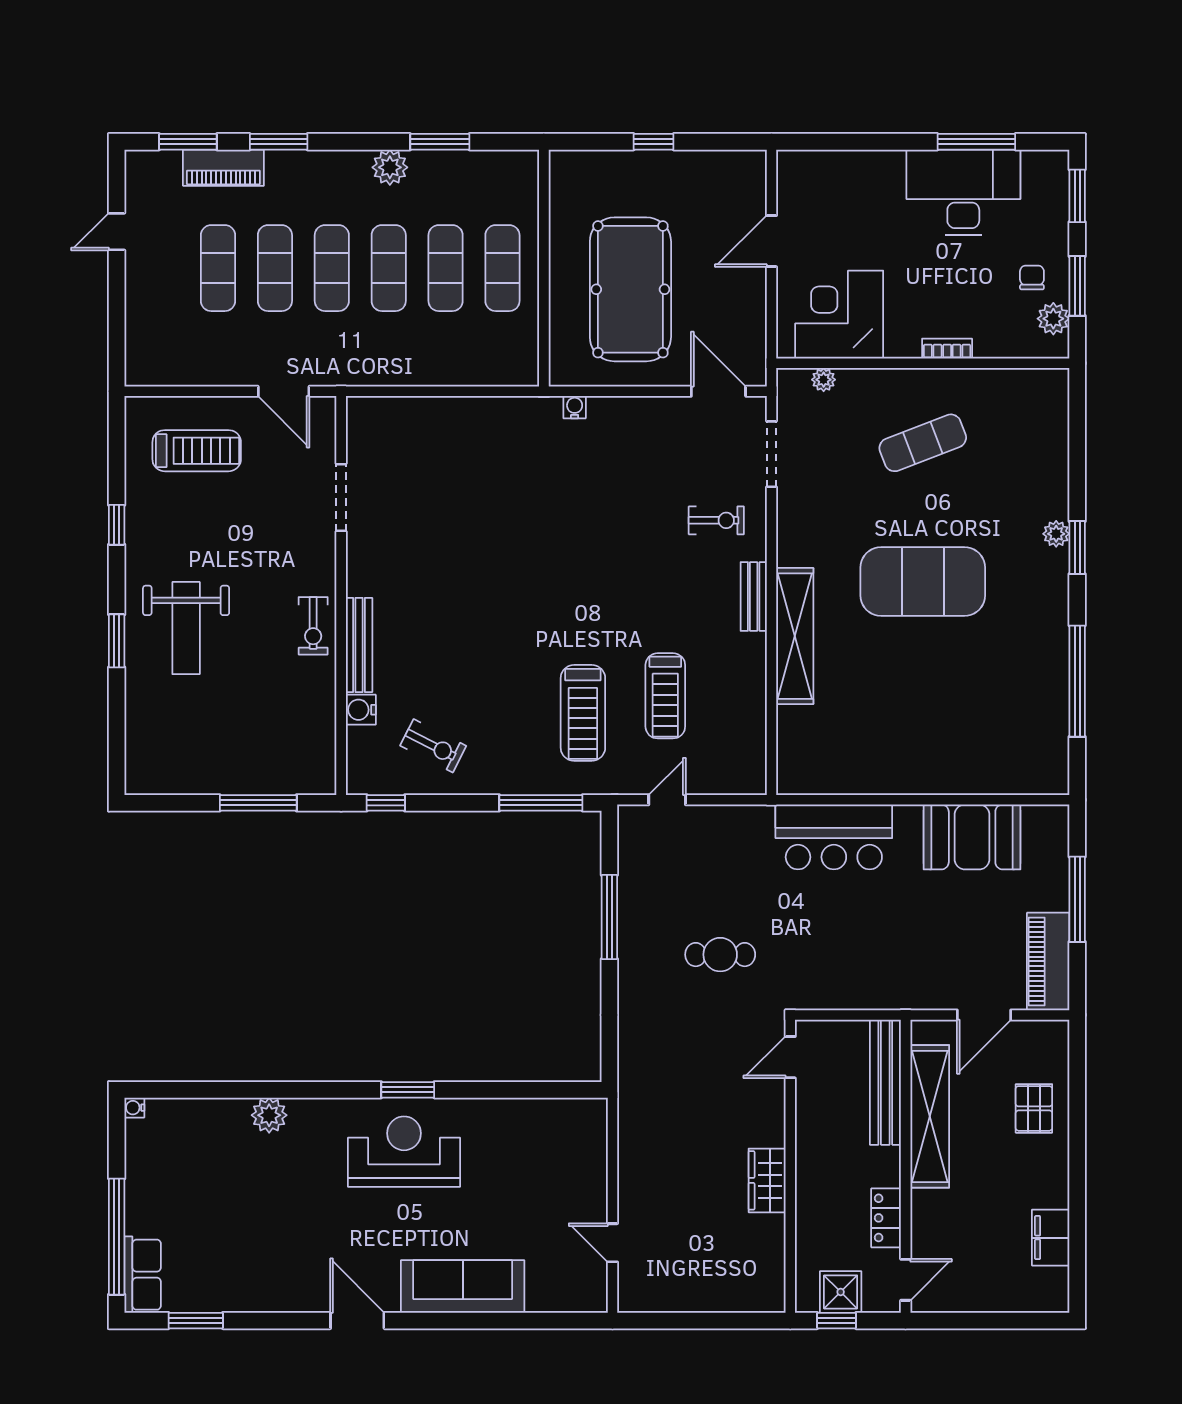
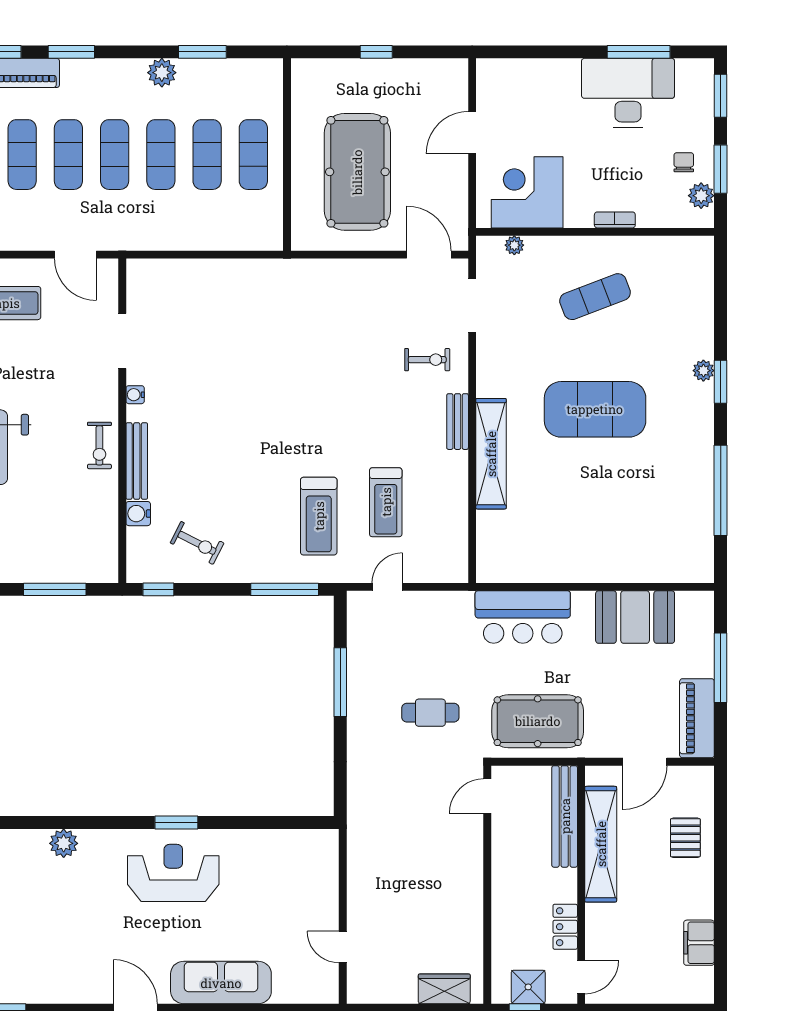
water cooler: (575, 407) -> (135, 395), moved, turned -90
pool table: (852, 965) -> (538, 721), added
wardrobe: (767, 1180) -> (444, 989), moved, turned 90

